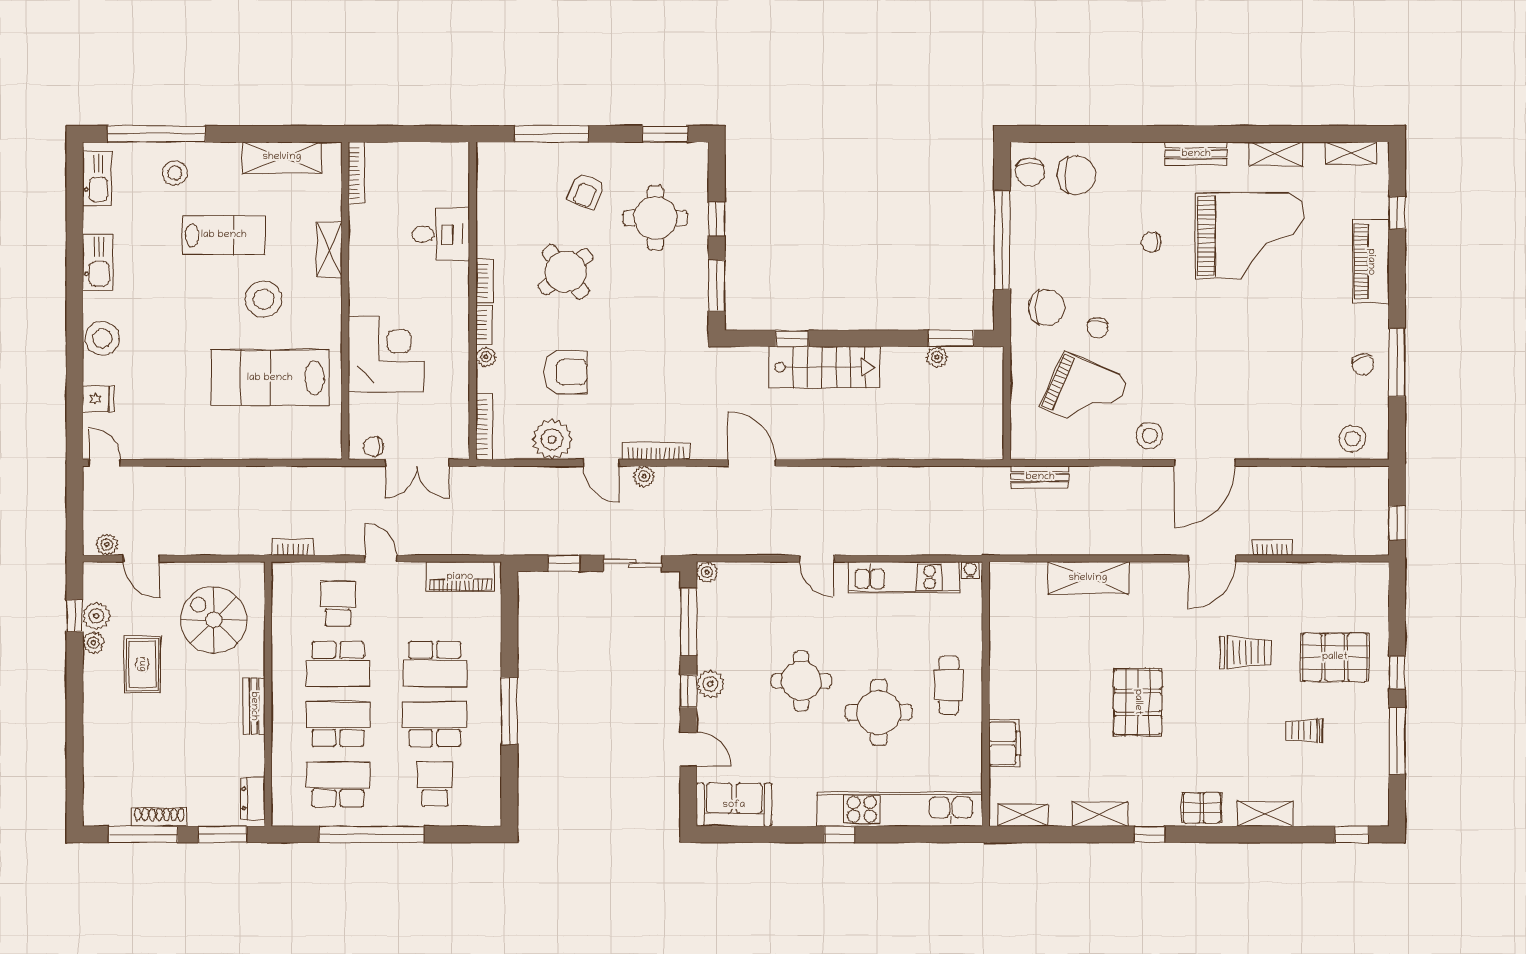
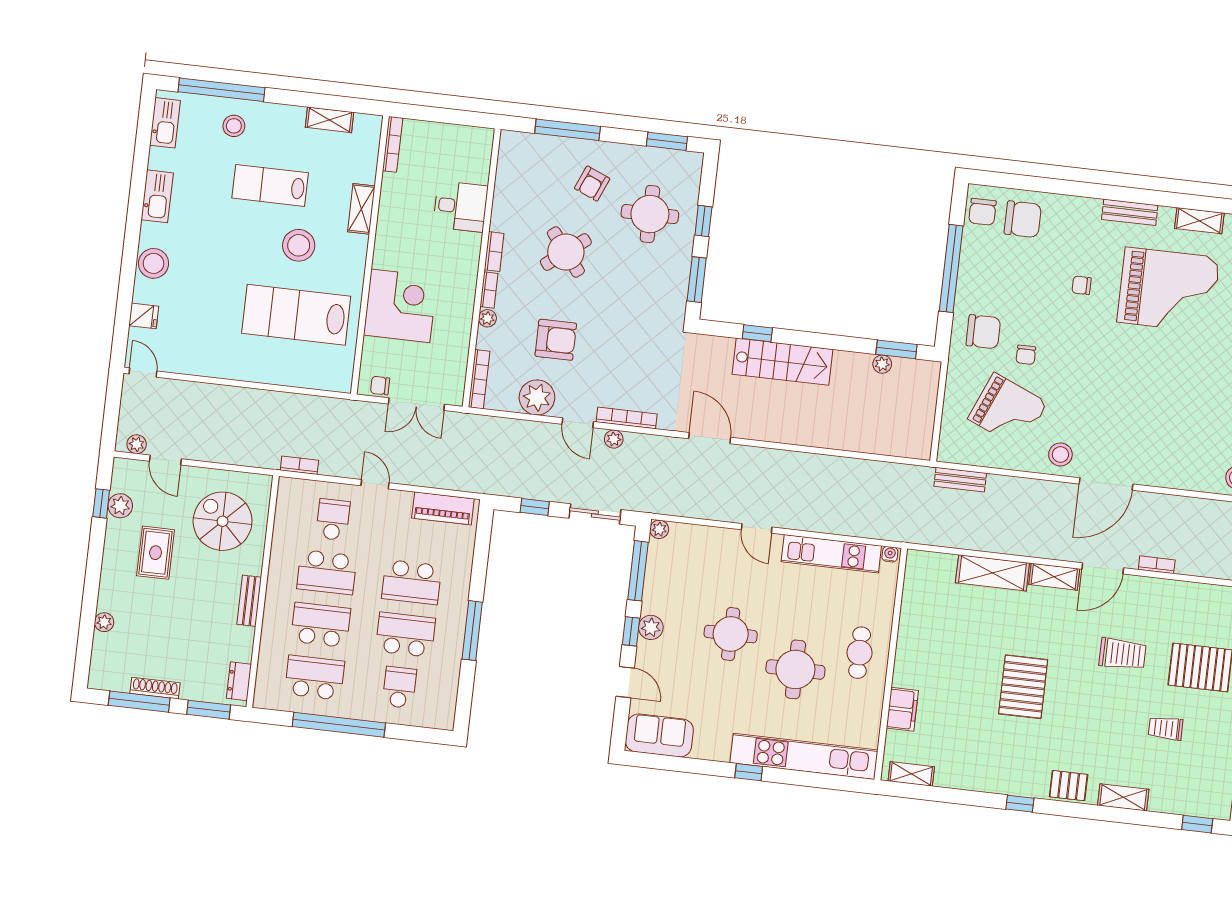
shelving: (282, 157) -> (330, 120), width x0.67, depth x0.75
lab bench: (224, 235) -> (270, 185), turned 180
plant: (93, 643) -> (104, 622), moved
shelving: (1100, 814) -> (1054, 577), moved

